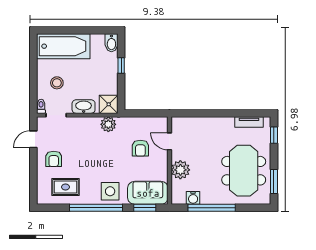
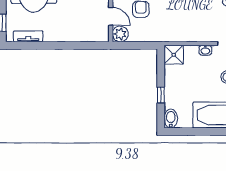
washbasin: (84, 107) -> (205, 50), width x0.52, depth x0.69
plant: (108, 124) -> (120, 34), moved

